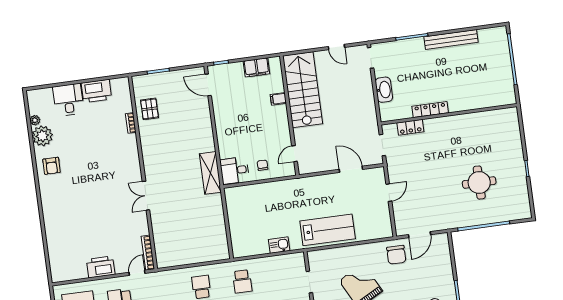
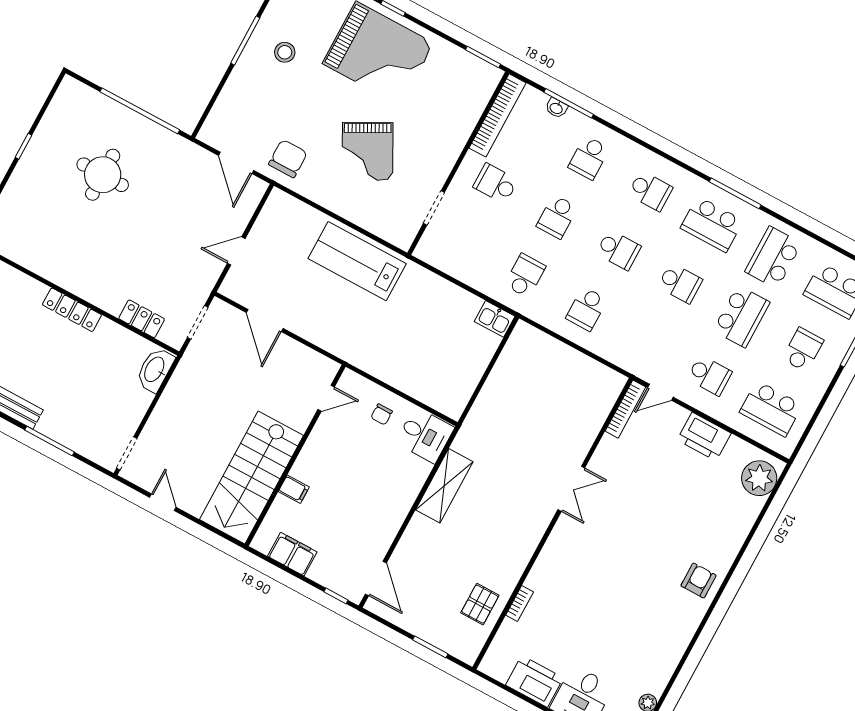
washbasin: (384, 90) -> (155, 370), moved
locker: (430, 110) -> (72, 310), moved
plant: (42, 136) -> (759, 478), moved
armchair: (52, 166) -> (699, 581), moved
shelving: (210, 173) -> (444, 486), moved
door: (420, 235) -> (236, 163), swing flipped
kitchen sink: (279, 245) -> (495, 319), moved

